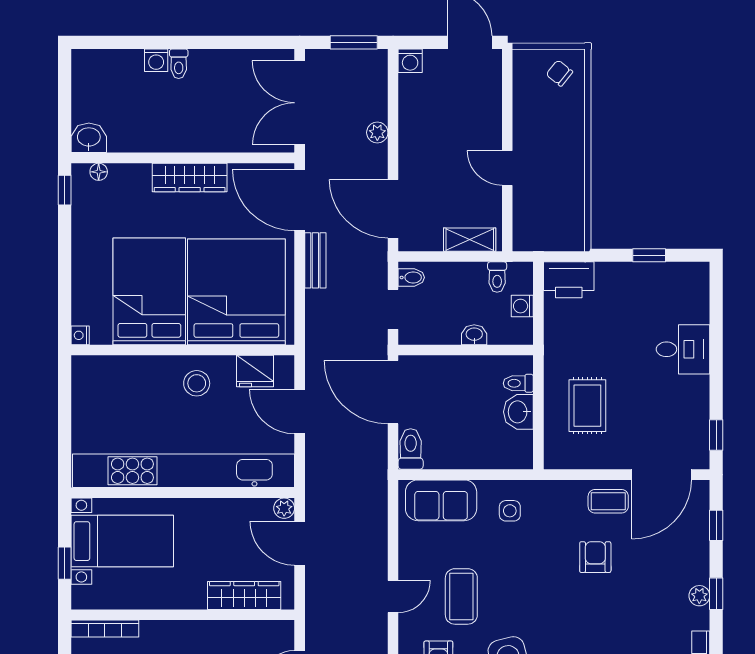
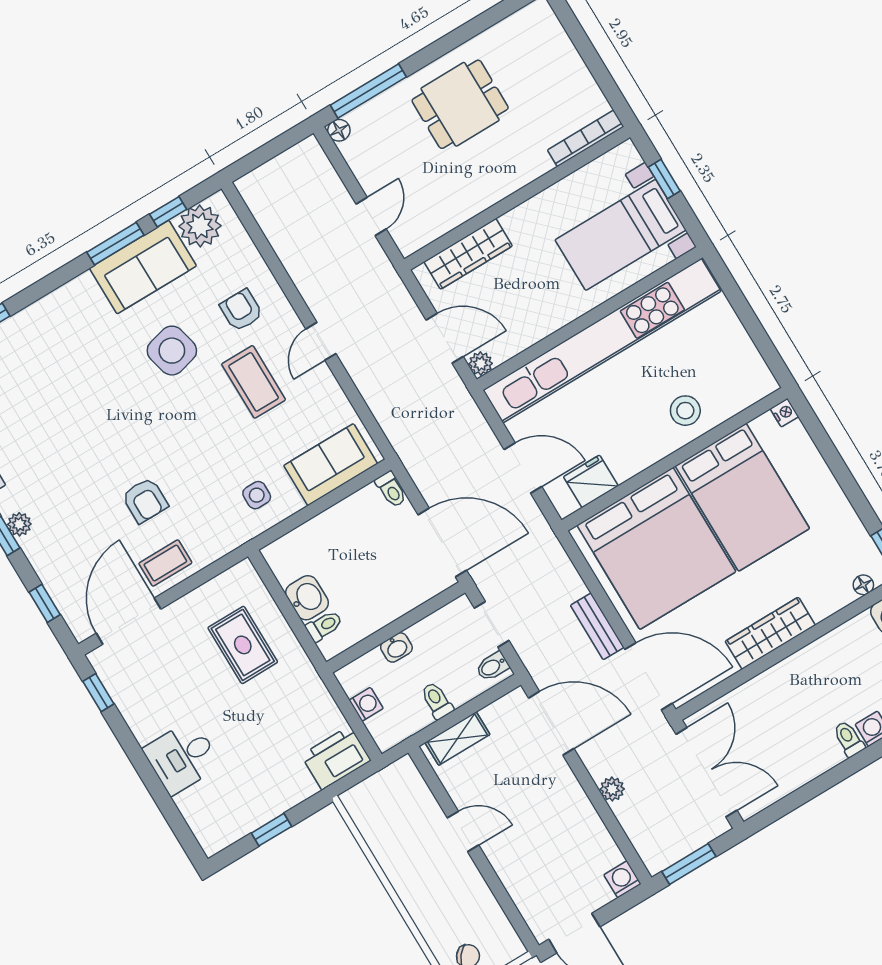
toilet: (497, 277) -> (437, 701), moved
stool: (197, 383) -> (685, 411), moved
toilet: (411, 449) -> (391, 489), width x0.73, depth x0.72

